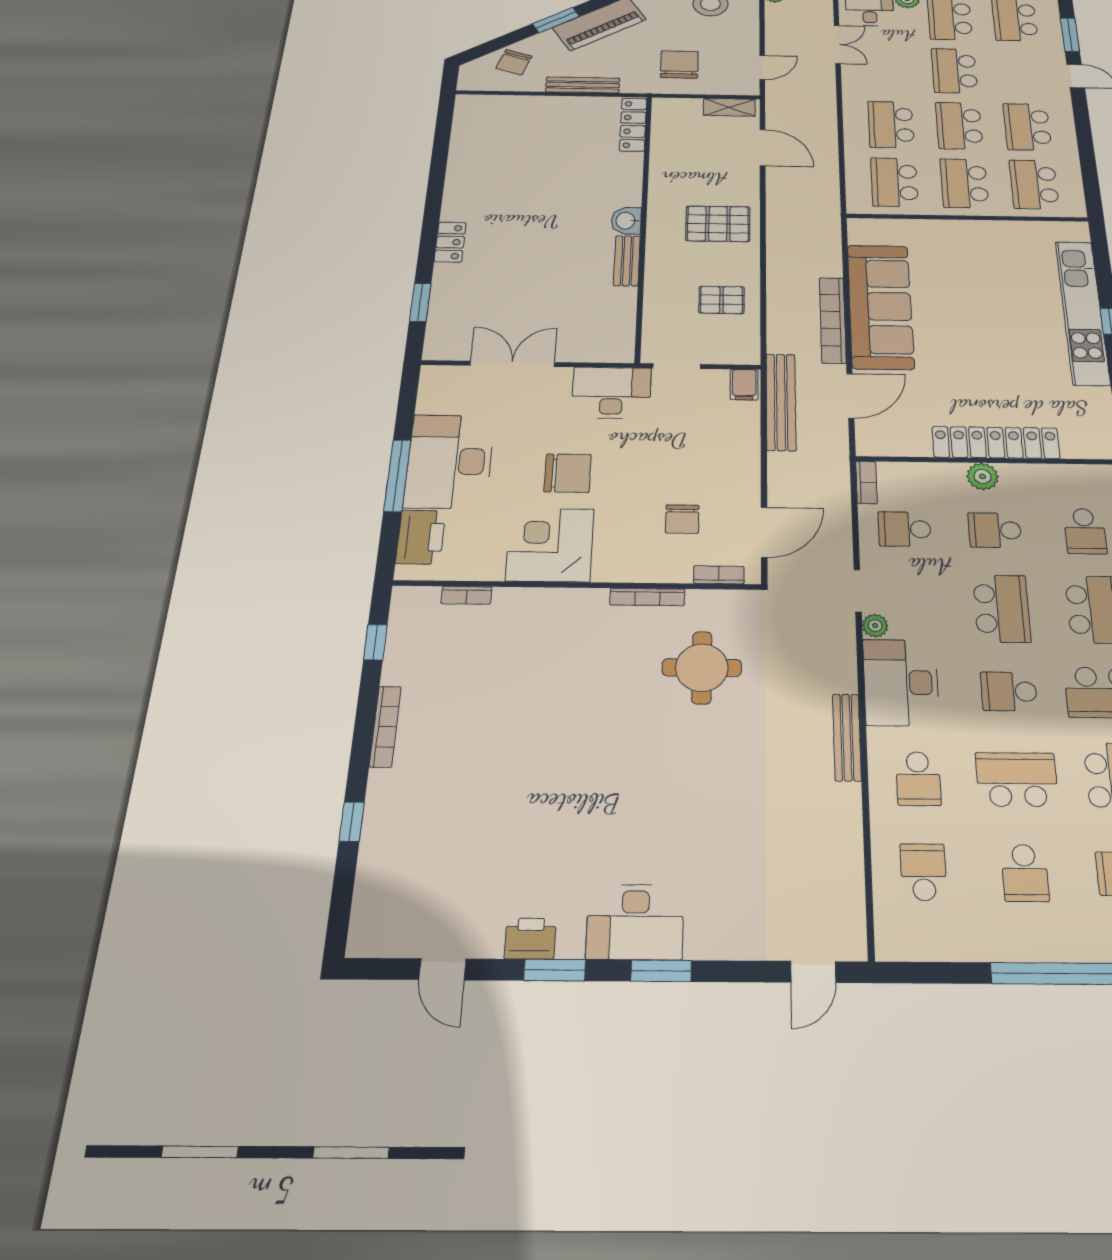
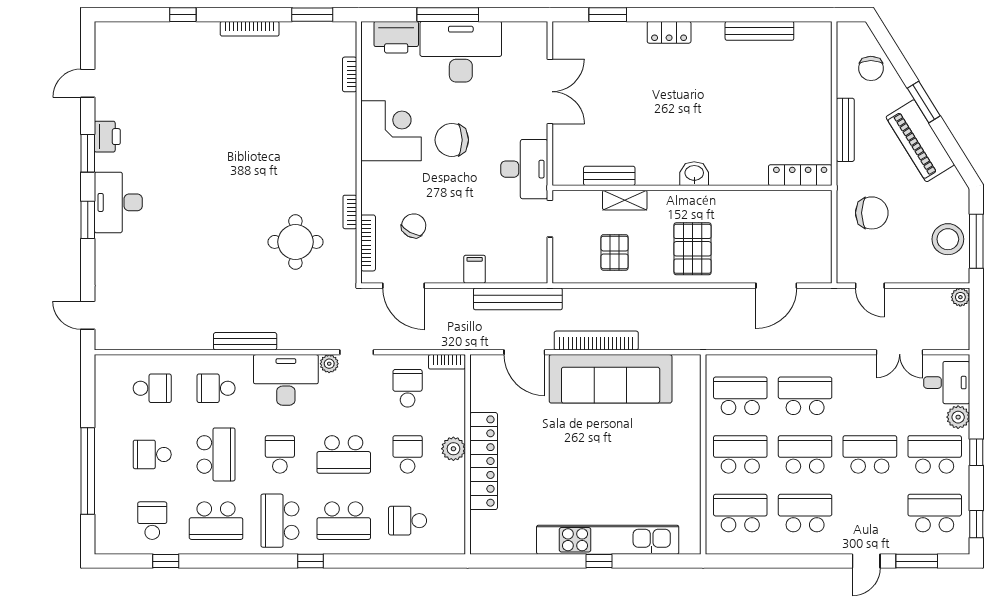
chair: (514, 62) -> (871, 68), turned -108
shelving: (729, 107) -> (625, 200), moved, turned 90
bench: (459, 158) -> (759, 31), added
bench: (627, 261) -> (609, 176), moved
filing cabinet: (744, 385) -> (475, 269), moved, turned 90
chair: (568, 473) -> (452, 140), turned 90
chair: (682, 519) -> (414, 226), turned 118
bookcase: (719, 575) -> (368, 243), width x1.56
bookcase: (647, 597) -> (350, 212), width x0.64
window: (375, 642) -> (312, 15), width x1.50

